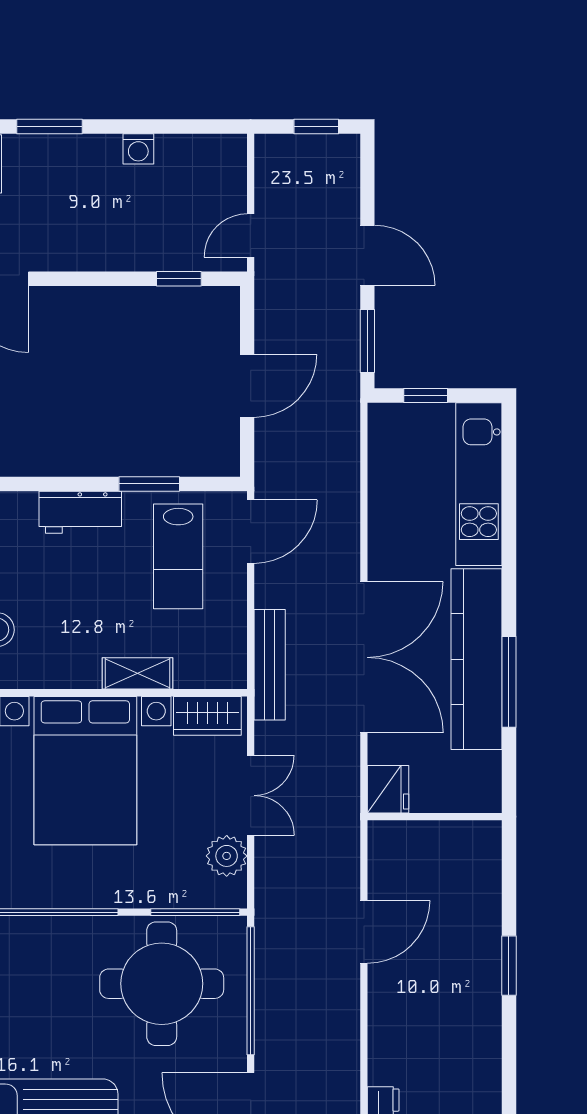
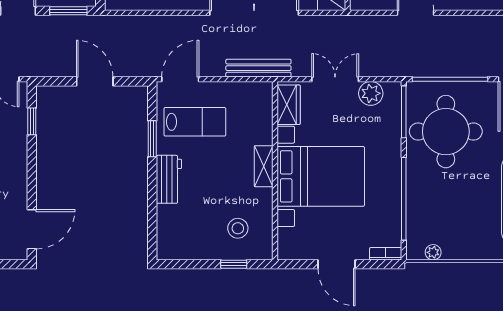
door: (251, 532) -> (180, 79), hinge flipped
shelving: (138, 673) -> (264, 166), moved

